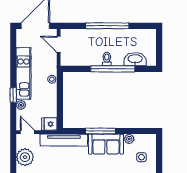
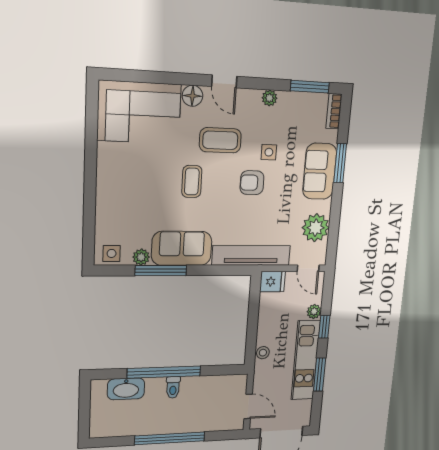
window: (13, 64) -> (320, 375), added
window: (100, 131) -> (161, 270), moved
side table: (142, 157) -> (112, 253), moved

